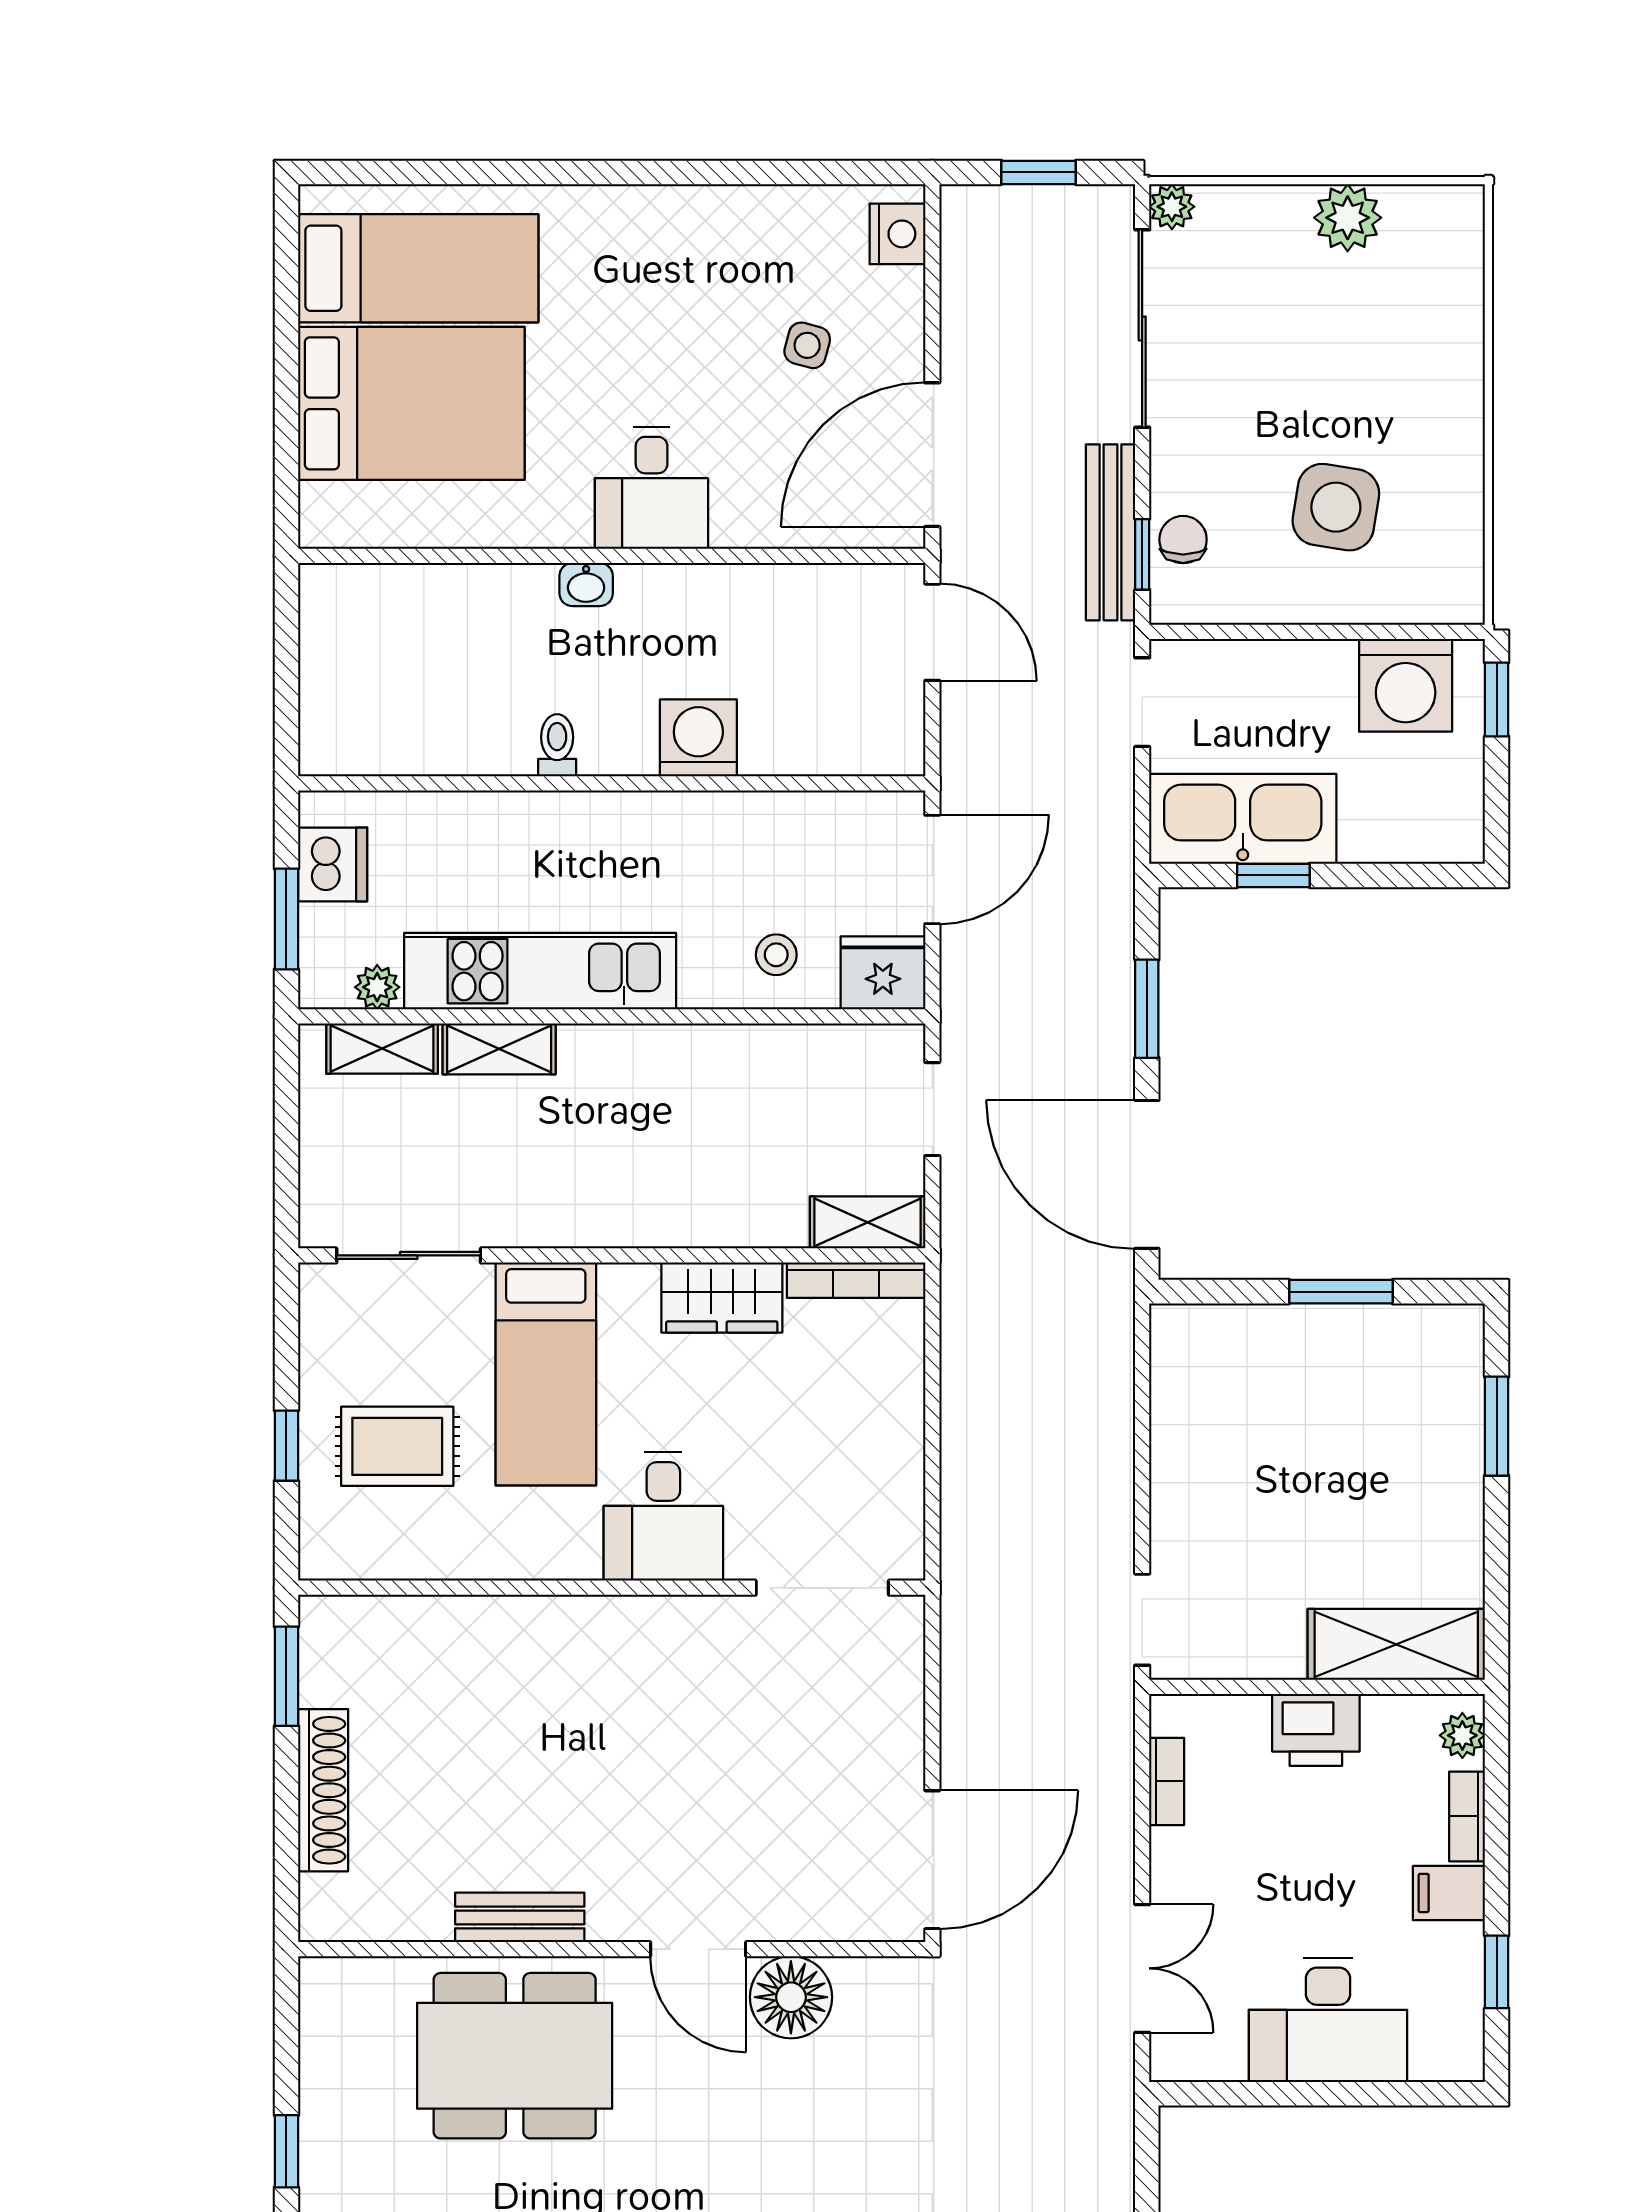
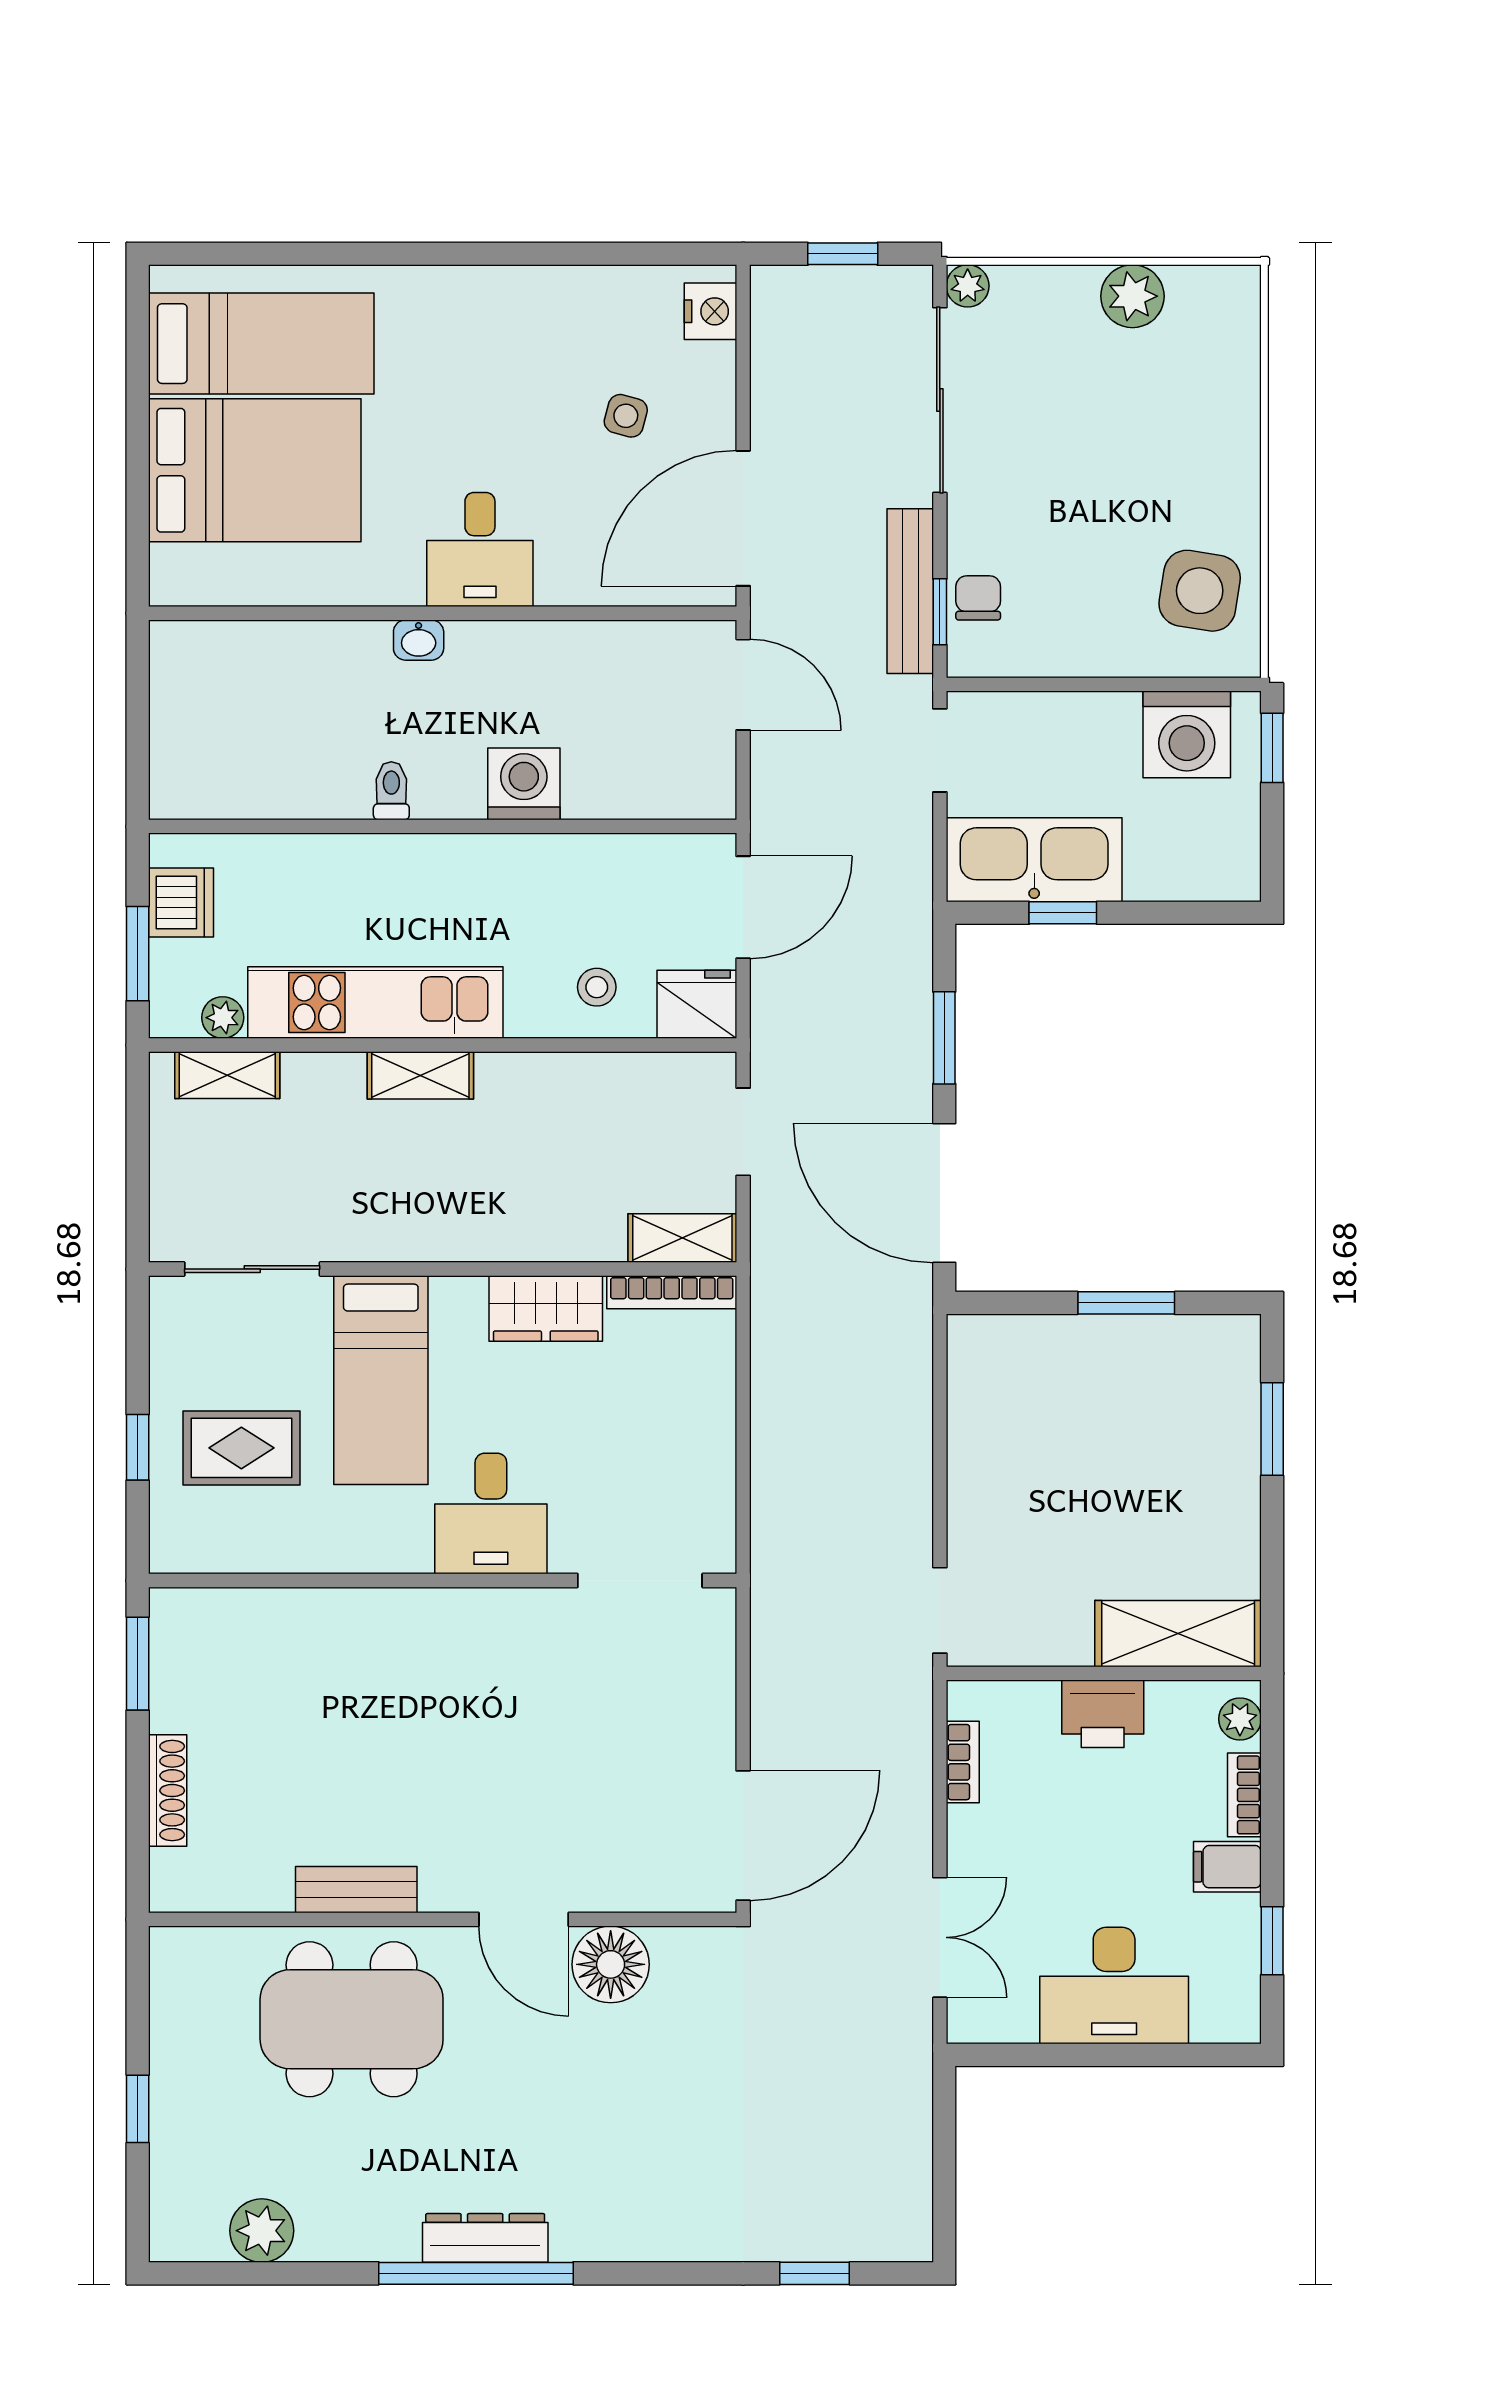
side table: (1336, 507) -> (1200, 591), moved
shelving: (499, 1049) -> (420, 1075), moved
shoe rack: (323, 1790) -> (168, 1791), width x0.74, depth x0.81

